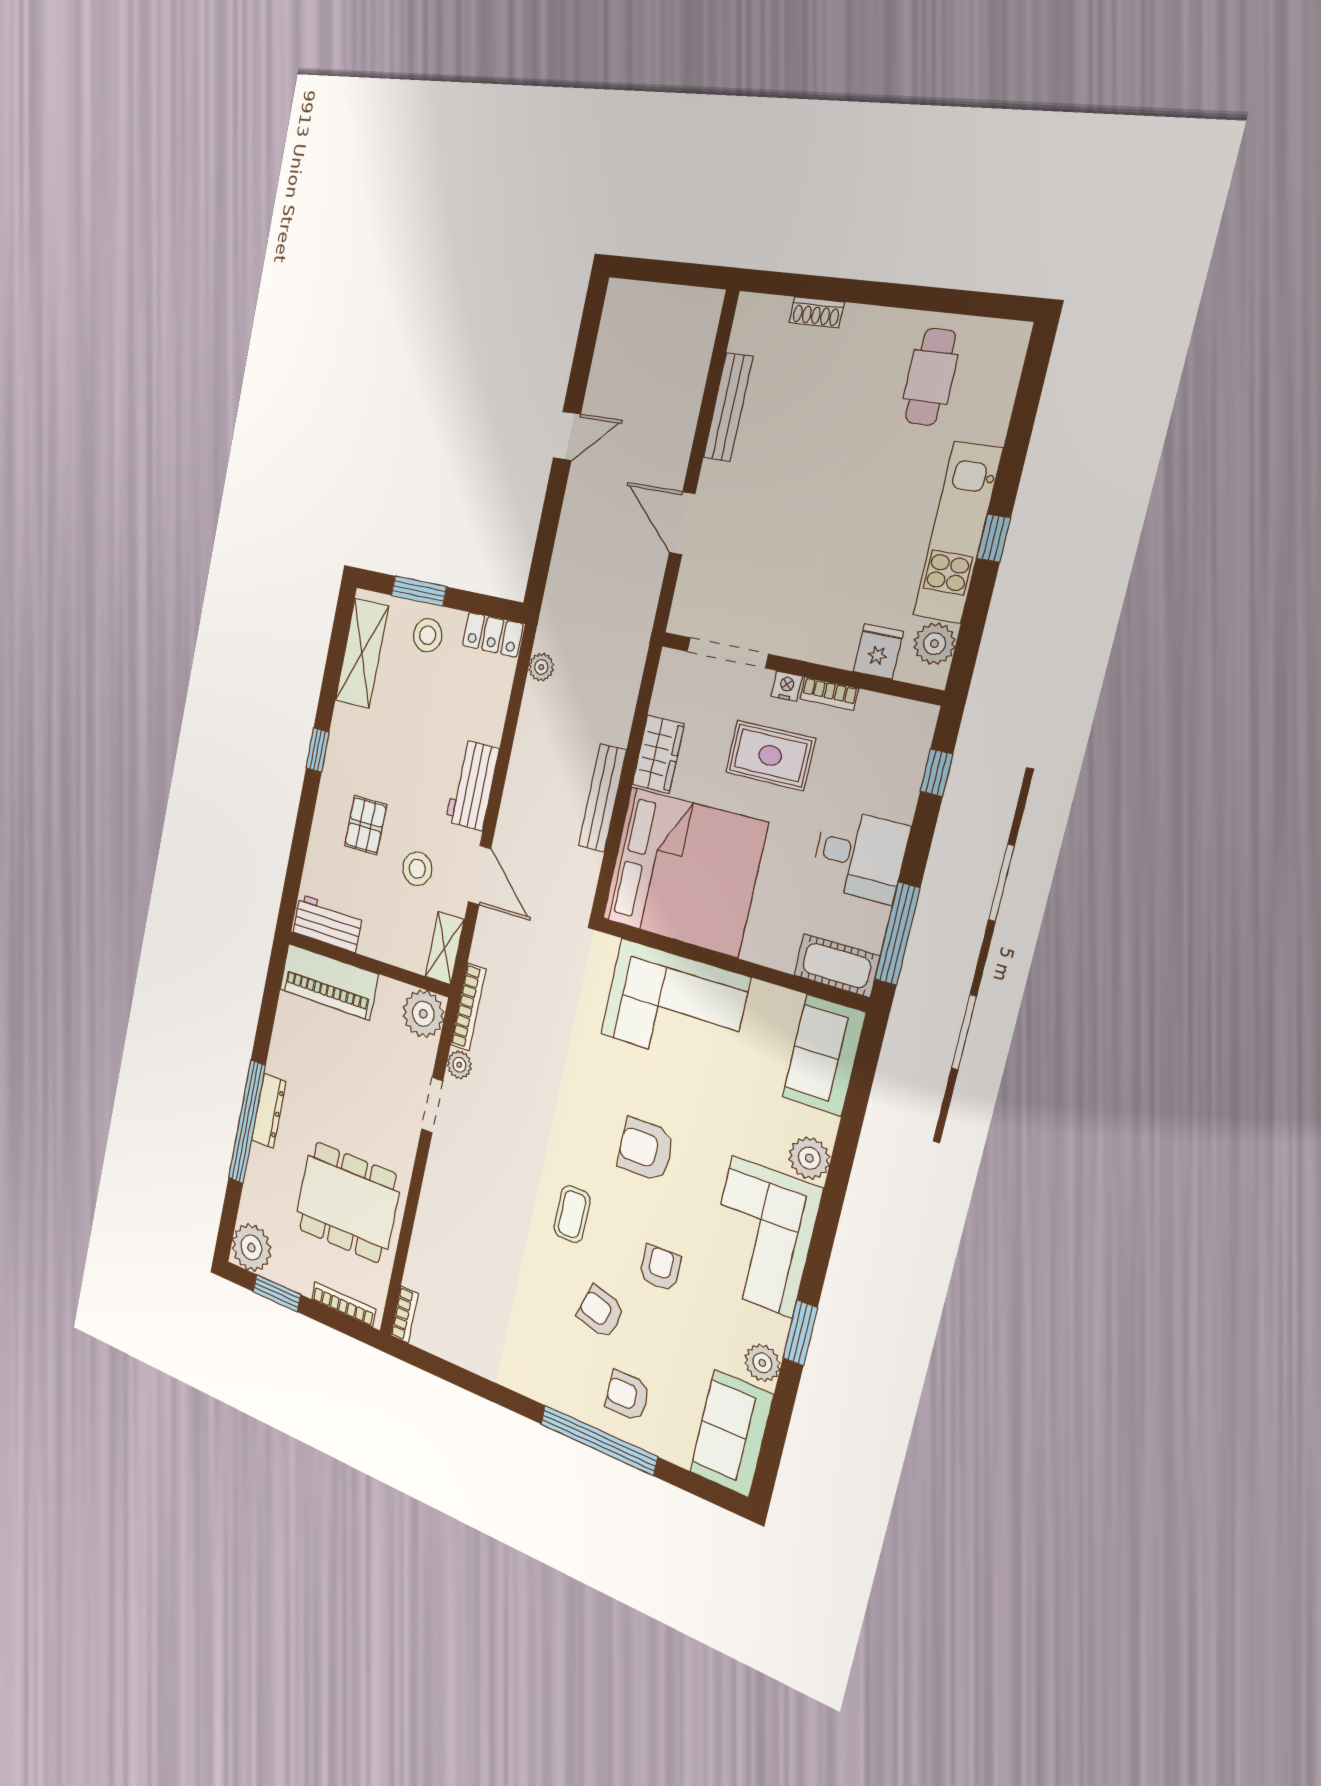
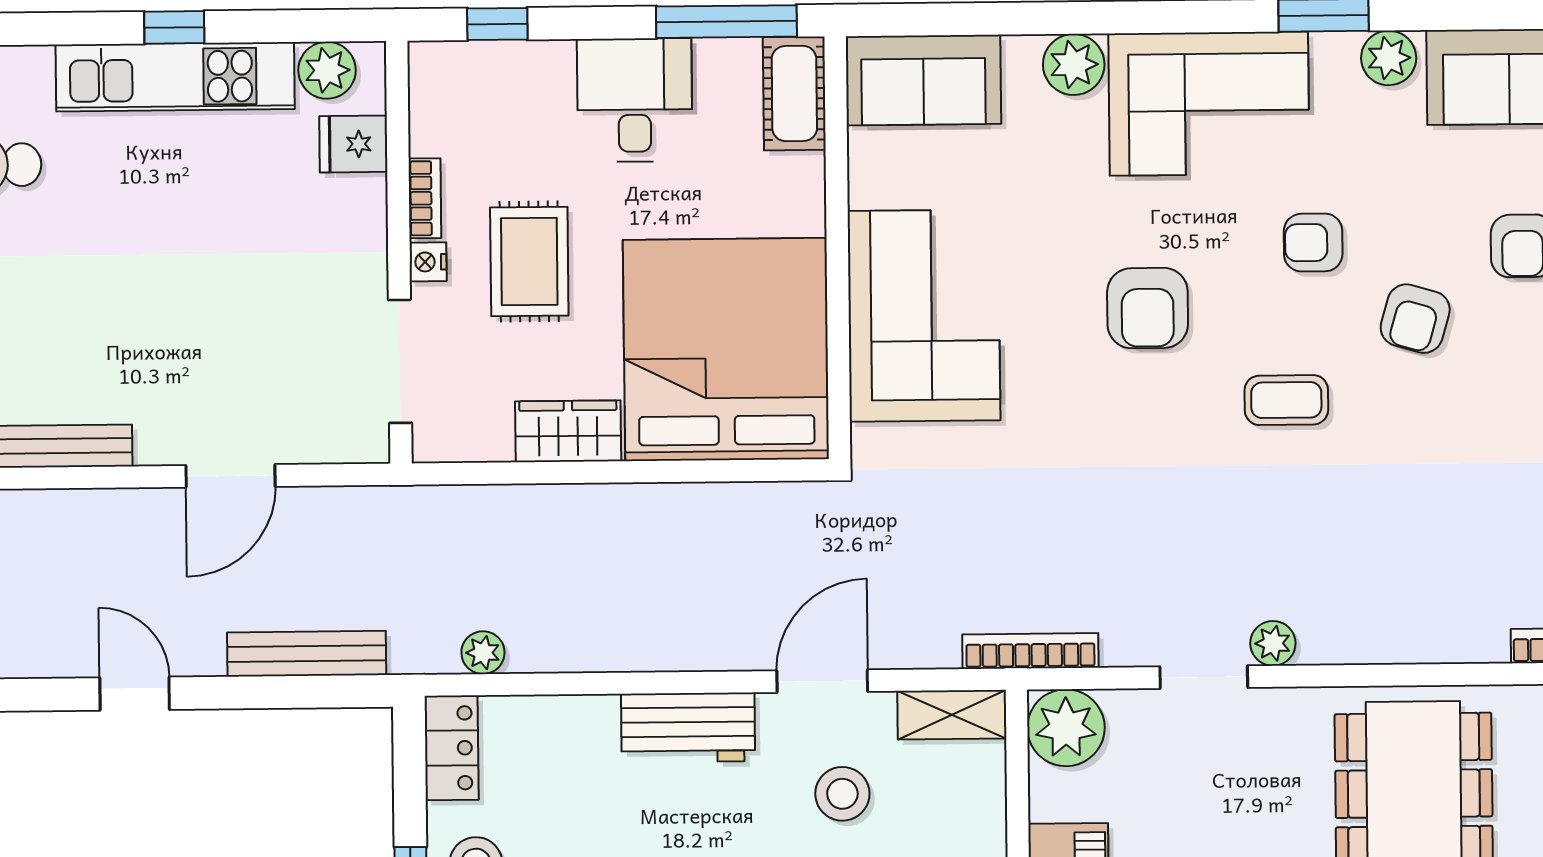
bench: (602, 798) -> (307, 654), moved
plant: (459, 1065) -> (1273, 643), moved

